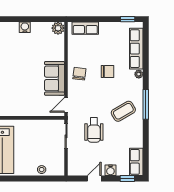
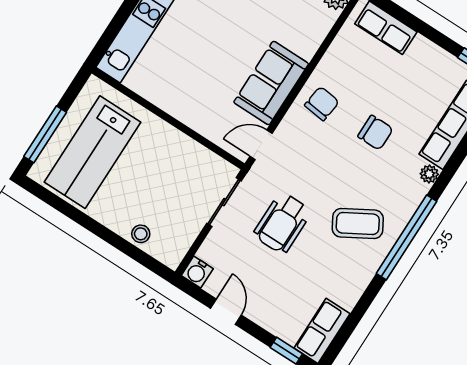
window: (146, 104) -> (406, 237), width x1.46
water cooler: (110, 170) -> (197, 272), moved
door: (94, 179) -> (226, 312), hinge flipped

